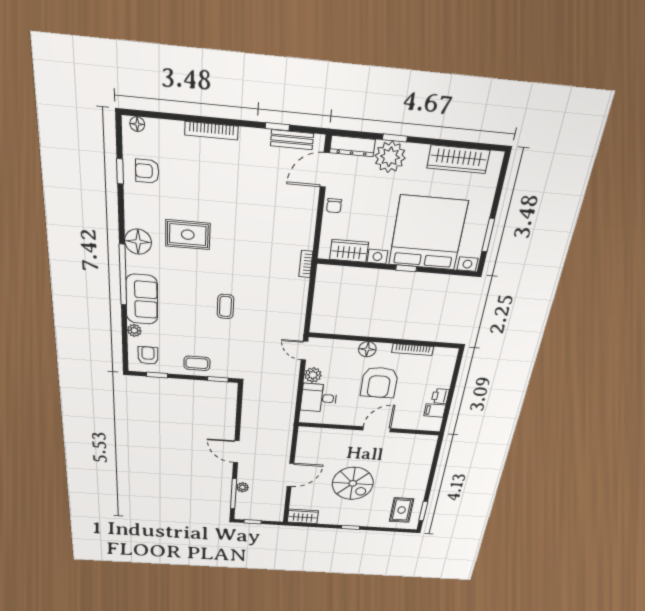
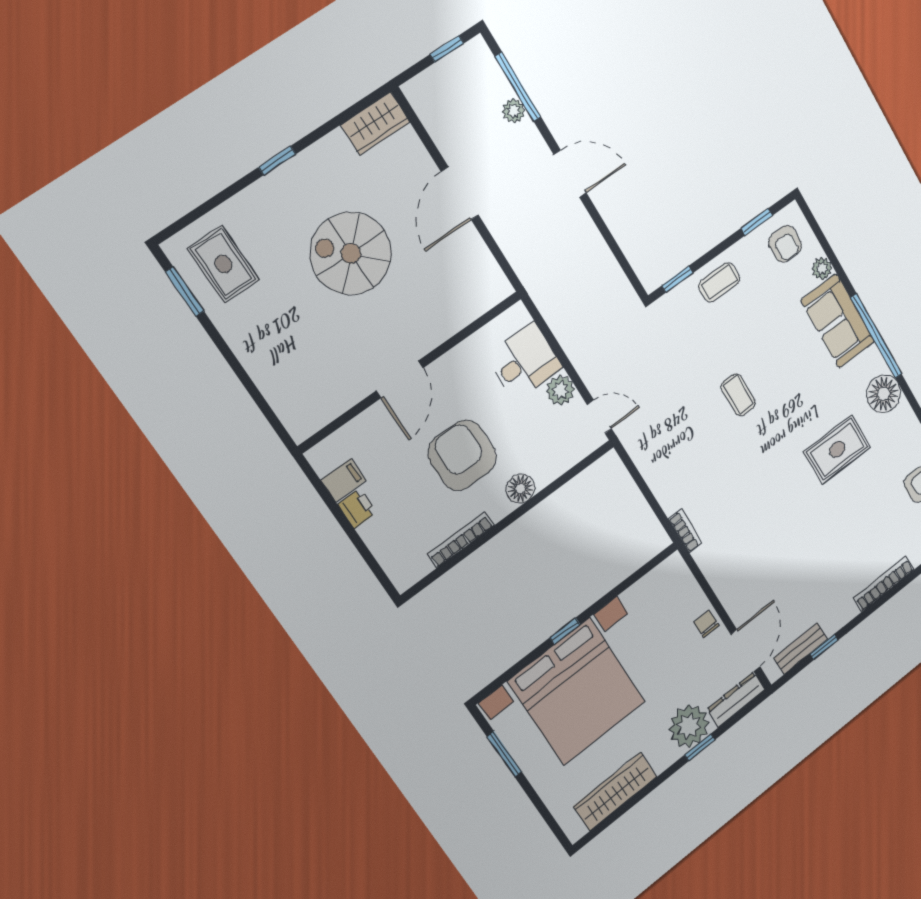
wardrobe: (349, 251) -> (649, 591), removed

